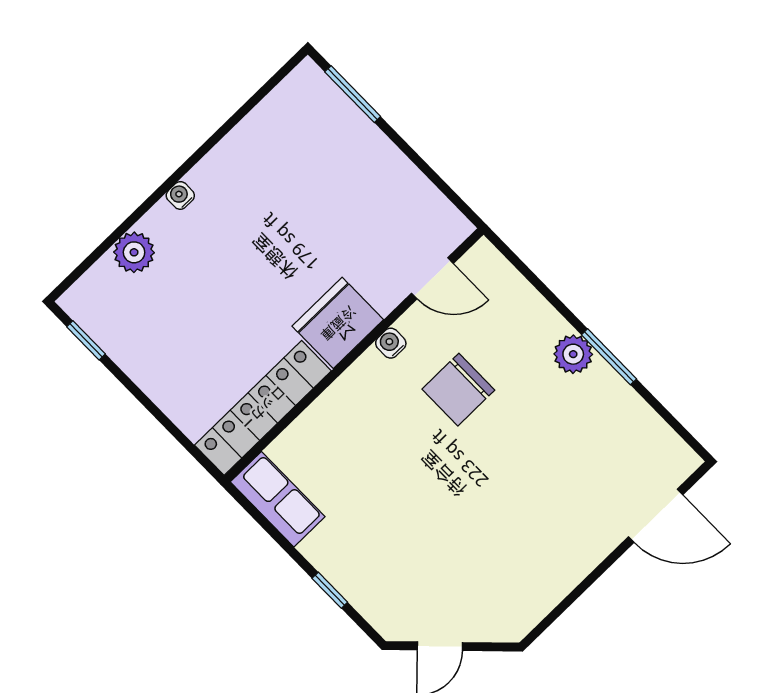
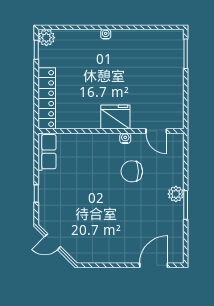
plant: (134, 252) -> (46, 38), moved
locker: (263, 408) -> (47, 98), moved, turned 90
door: (656, 516) -> (154, 265), swing flipped

